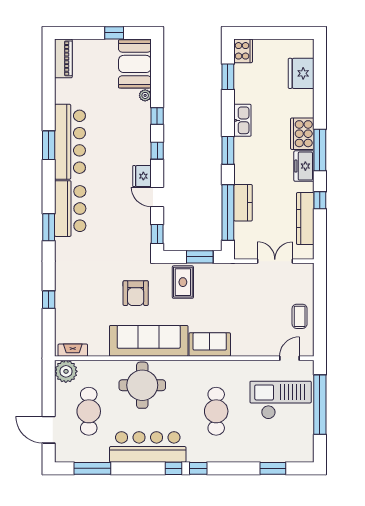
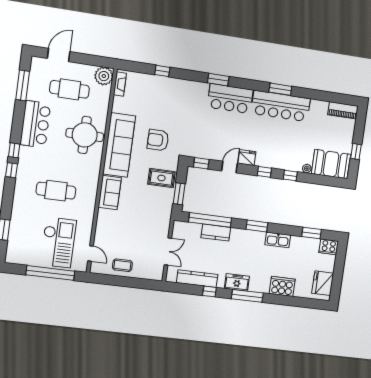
fridge: (301, 73) -> (323, 283), moved, turned -90
cooker: (302, 134) -> (282, 286), moved
bar counter: (148, 447) -> (35, 124), width x0.73

